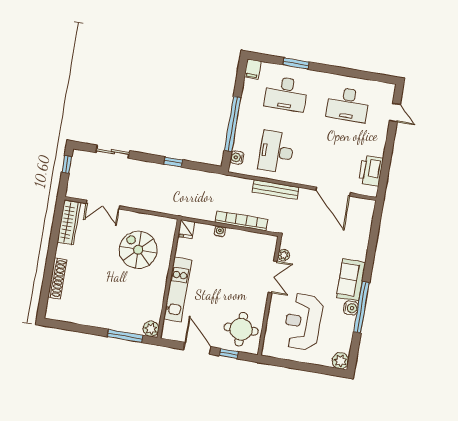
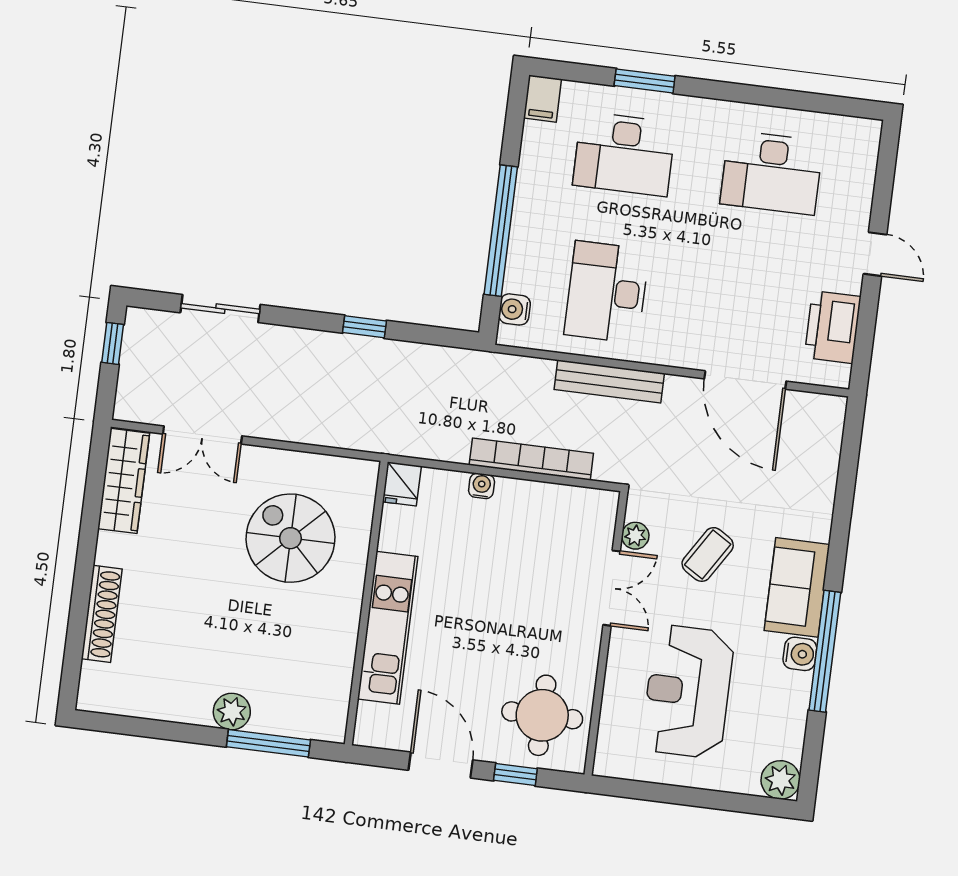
door: (395, 113) -> (875, 254), moved
coffee table: (314, 264) -> (708, 554), added
plant: (151, 329) -> (232, 712), moved

